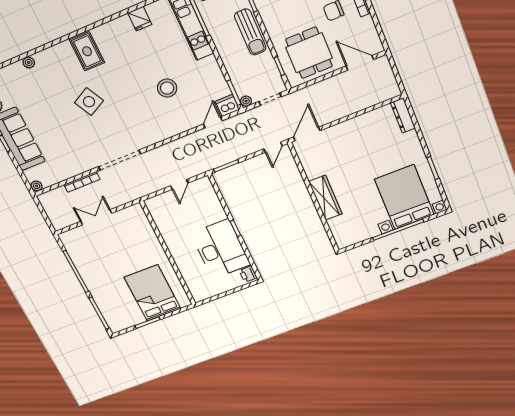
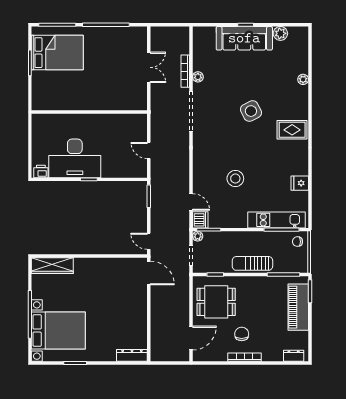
plant: (37, 186) -> (198, 77), moved
wardrobe: (325, 198) -> (52, 266), moved
bed: (152, 293) -> (57, 53), moved

